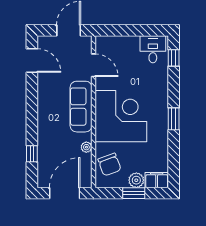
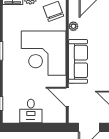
desk: (153, 49) -> (31, 111), moved

